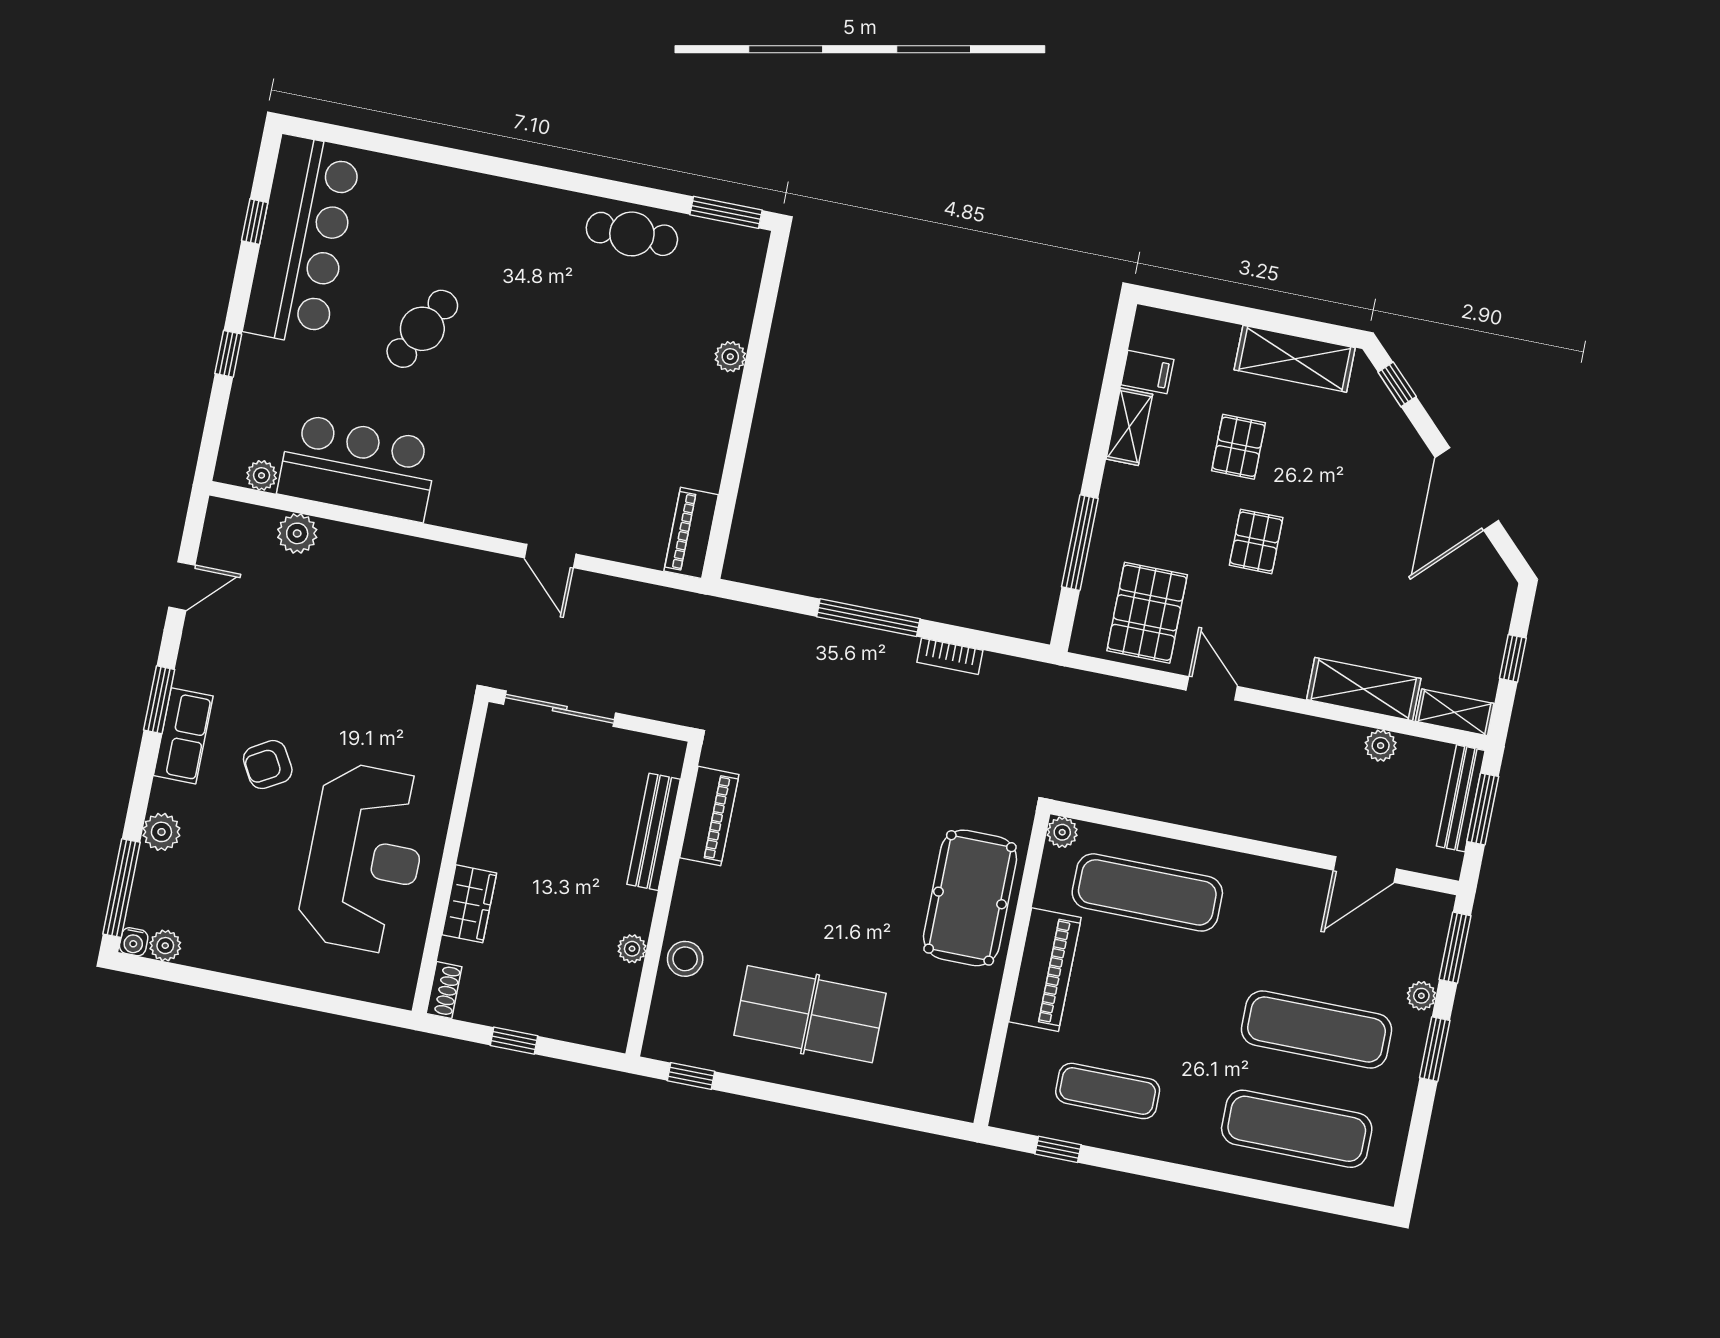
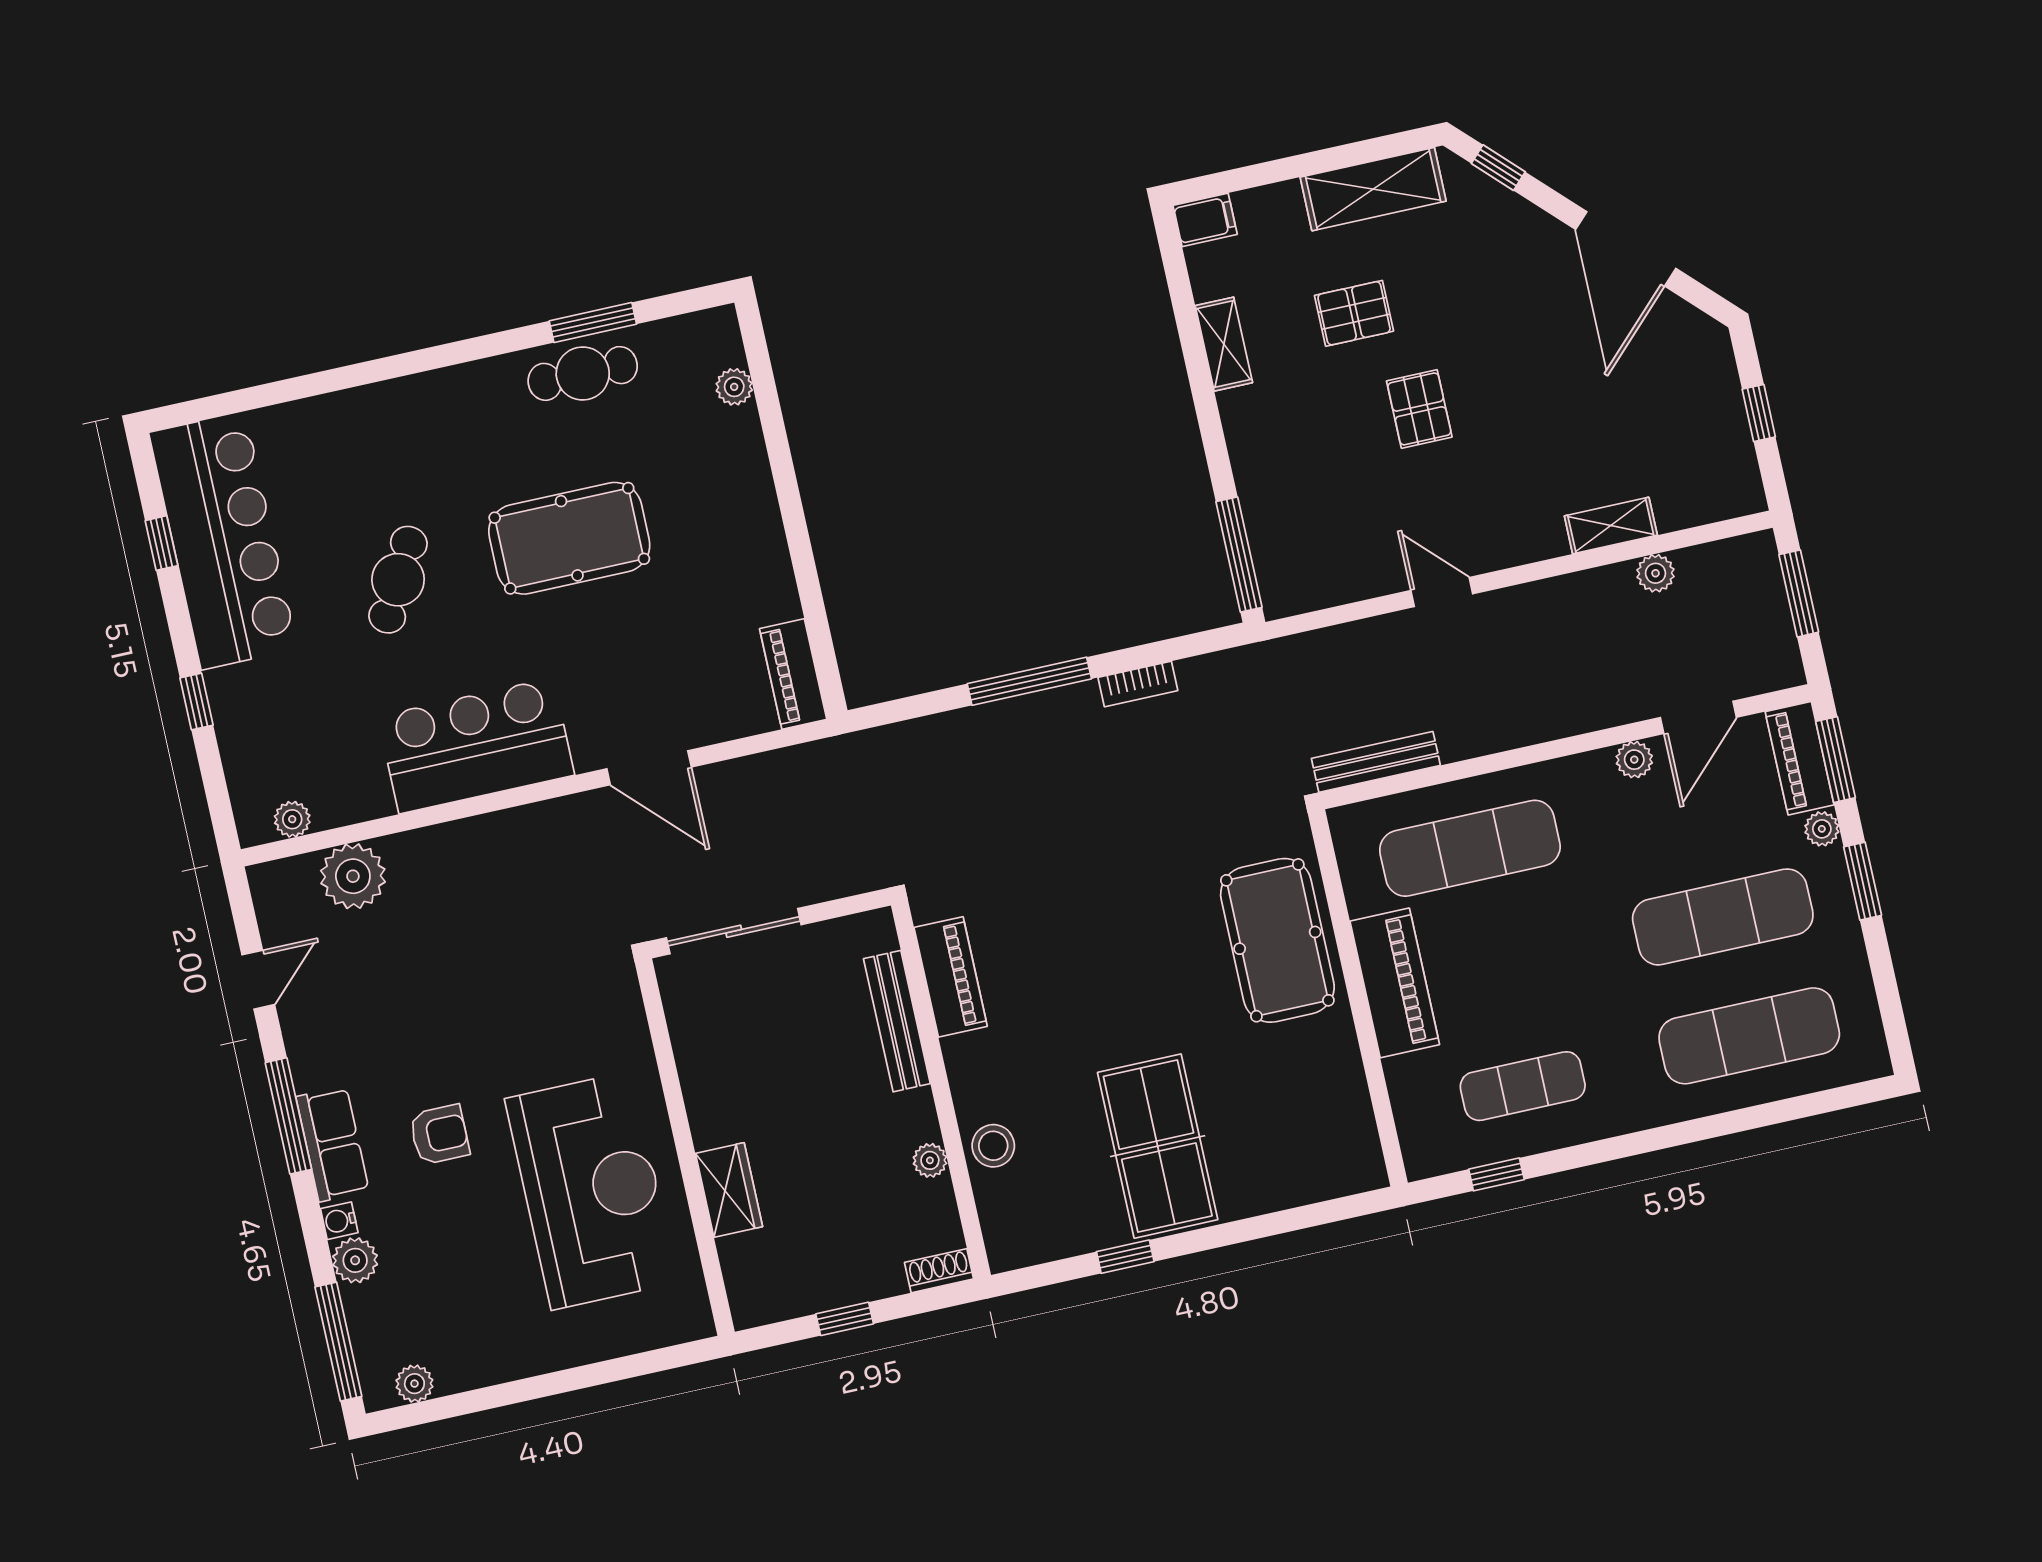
window: (726, 212) -> (593, 322), moved
pool table: (566, 355) -> (569, 538), added
plant: (730, 357) -> (734, 387), moved
filing cabinet: (1147, 372) -> (1205, 220), moved
pallet: (1239, 447) -> (1354, 313), turned 90
bar counter: (358, 468) -> (476, 746), moved
plant: (297, 533) -> (353, 876), width x1.36, depth x1.36
window: (1080, 543) -> (1239, 555), moved
door: (550, 556) -> (649, 768), width x1.38
pallet: (1147, 613) -> (1334, 540), removed
shelving: (1364, 689) -> (1611, 526), width x0.67, depth x0.75
window: (159, 700) -> (288, 1116), width x1.44
shelving: (1455, 712) -> (1721, 501), removed
armchair: (268, 765) -> (439, 1135), turned -150
bench: (1461, 798) -> (1376, 762), moved, turned 90
plant: (1062, 832) -> (1634, 760), moved
piano: (1428, 935) -> (1800, 758), added
water cooler: (134, 942) -> (339, 1221), moved, turned 90
shoe rack: (444, 990) -> (939, 1271), moved, turned -90
table tennis table: (810, 1014) -> (1158, 1146), turned 90
window: (691, 1076) -> (1125, 1257), moved

